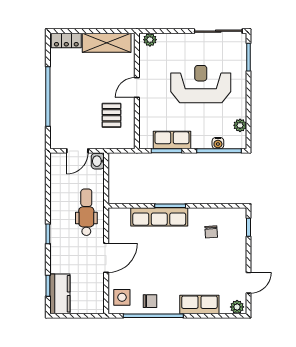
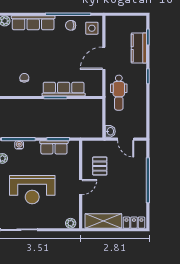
door: (77, 151) -> (126, 139), swing flipped
kitchen counter: (60, 294) -> (139, 48), moved
row of seats: (199, 304) -> (33, 23), width x1.48

